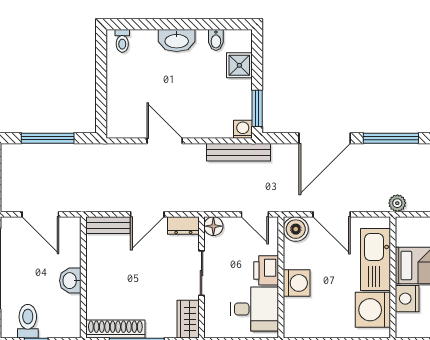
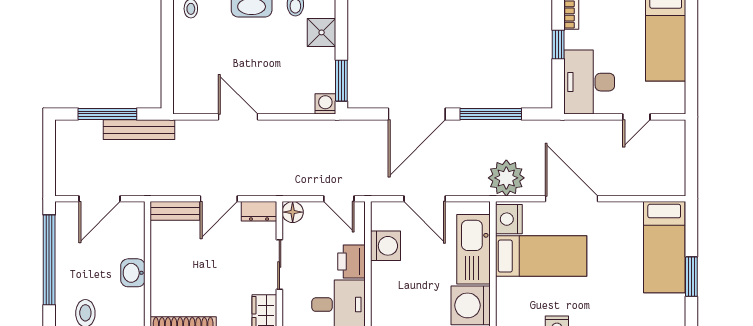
bench: (238, 152) -> (139, 130), moved
plant: (397, 203) -> (506, 178), width x1.88, depth x1.88
door: (40, 214) -> (99, 199), hinge flipped
boiler: (296, 229) -> (385, 215), removed
washing machine: (297, 283) -> (386, 246), moved
nightstand: (407, 299) -> (509, 219), moved

